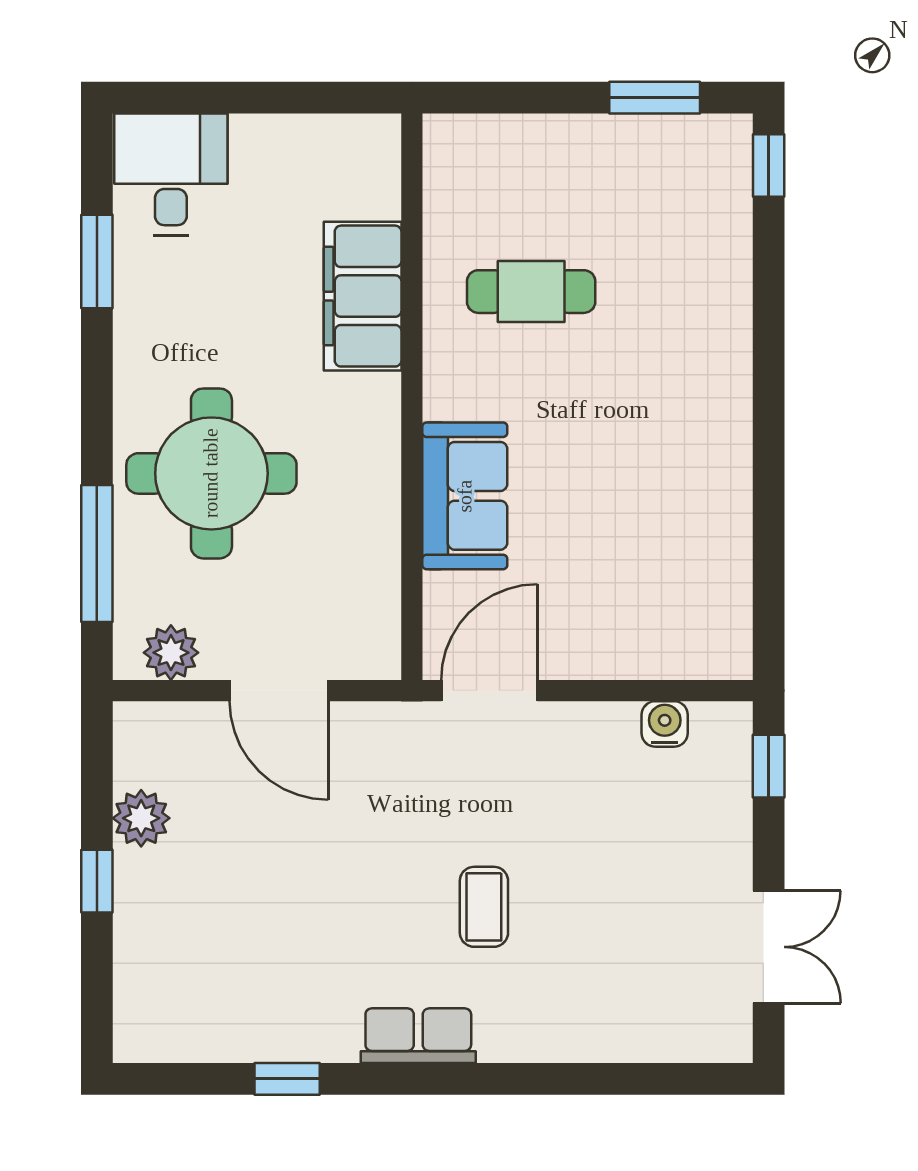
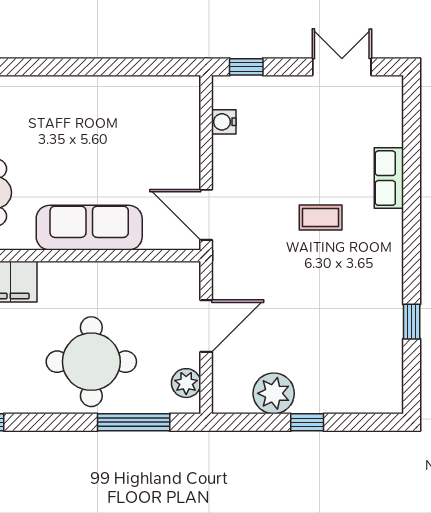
sofa: (465, 496) -> (89, 228), width x1.36
plant: (141, 818) -> (274, 393), width x1.36, depth x1.36
row of seats: (418, 1036) -> (389, 178), moved

